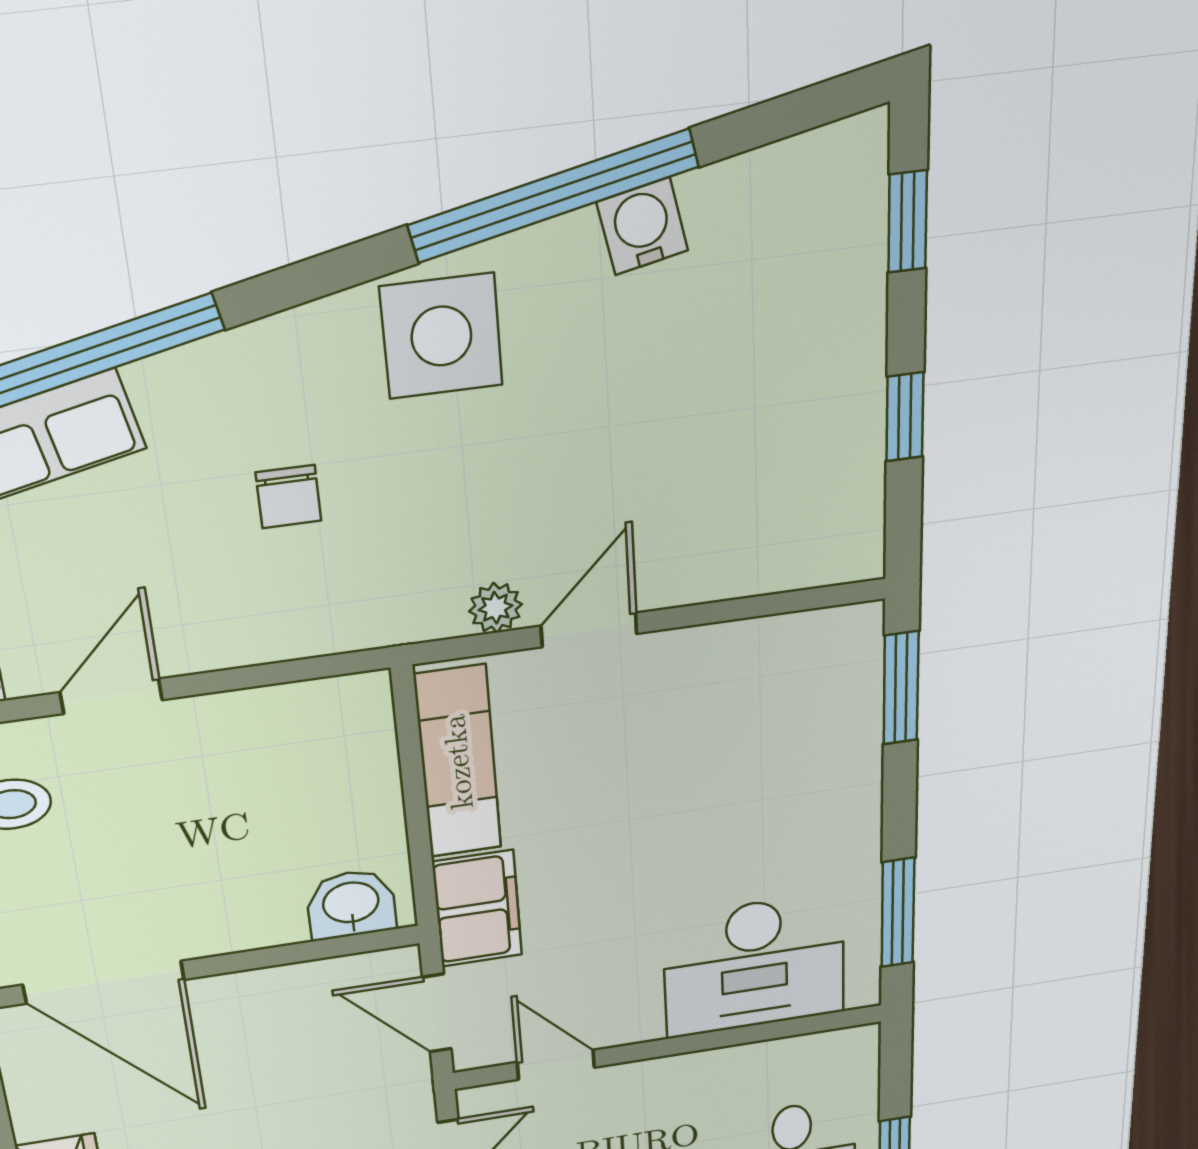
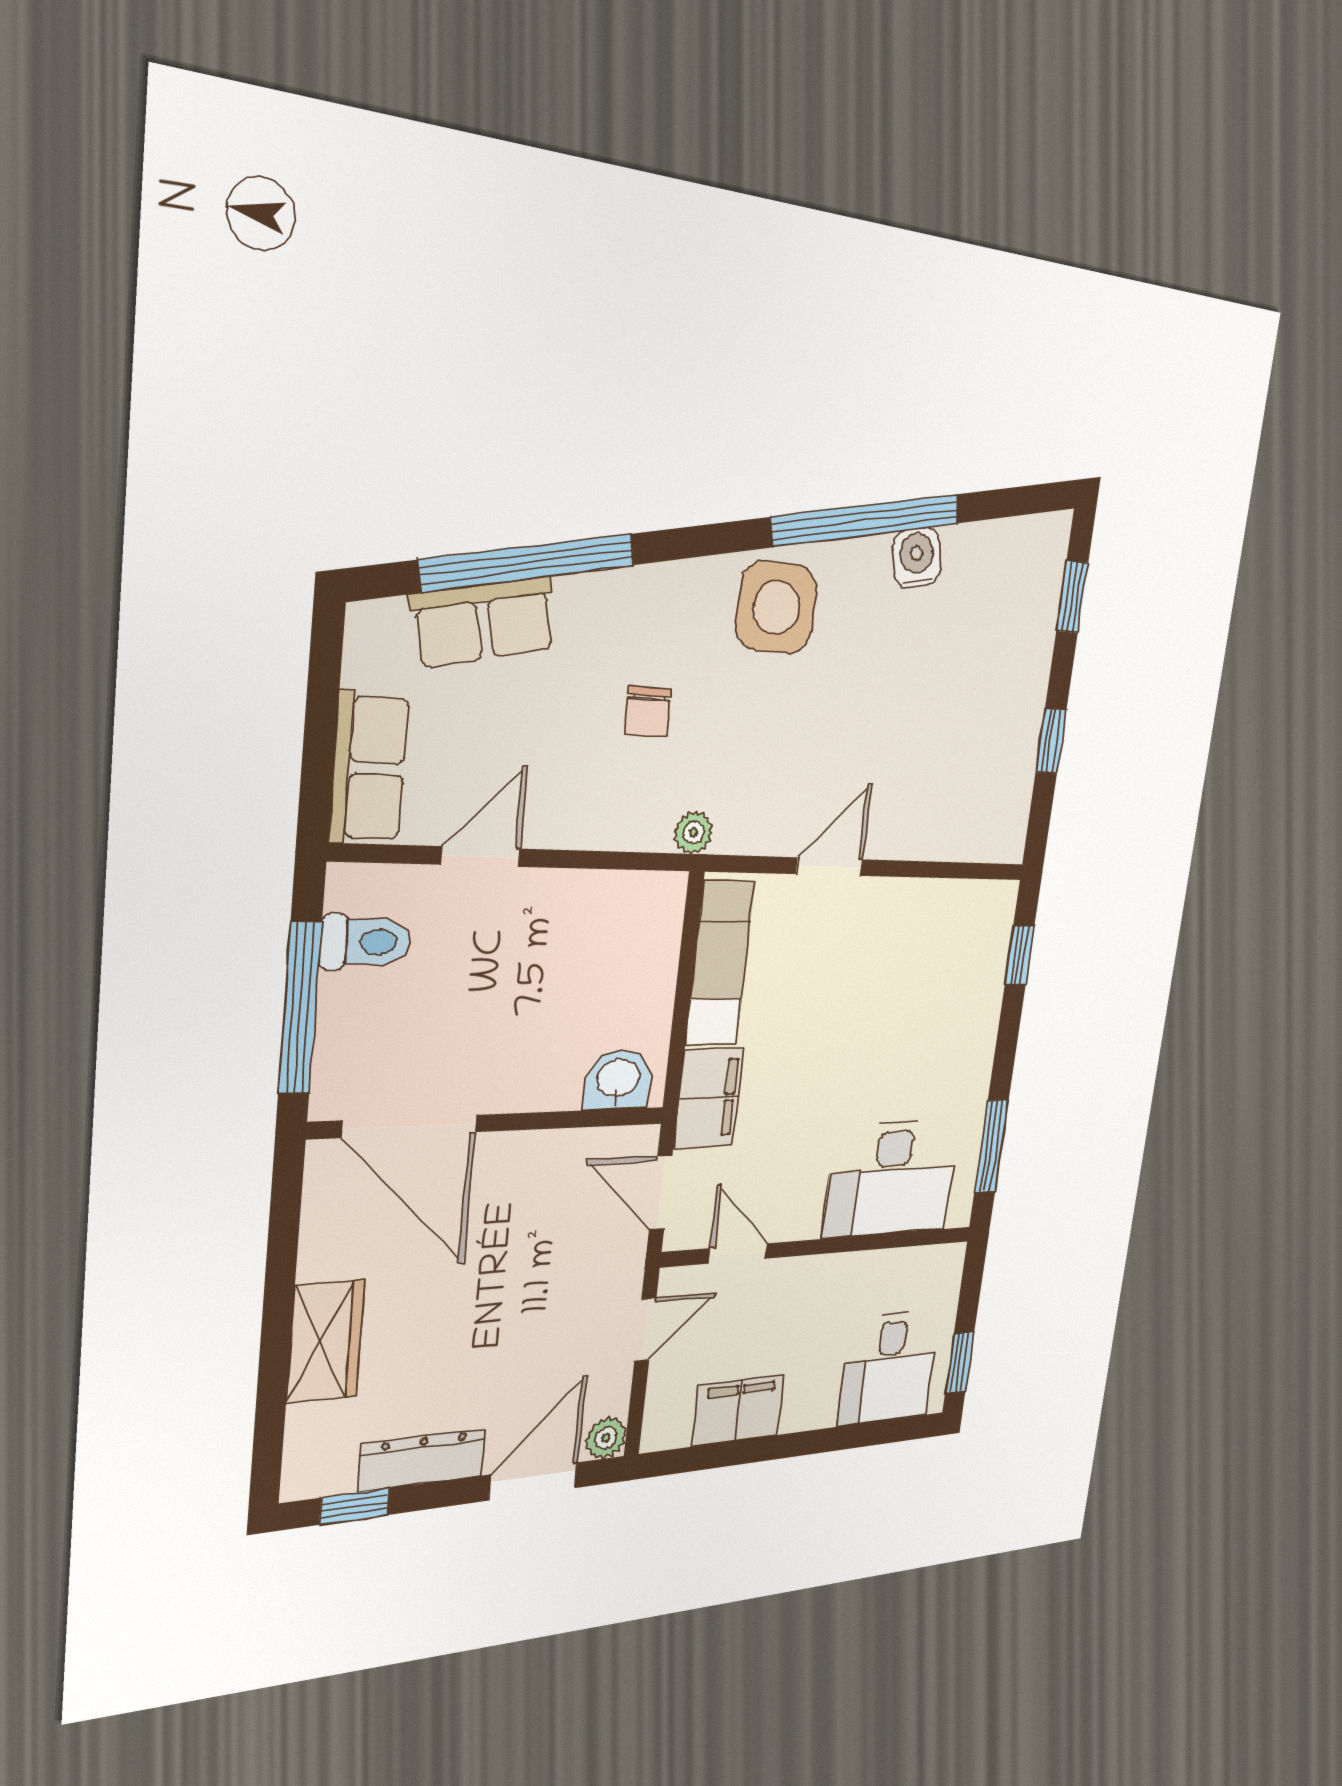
plant: (495, 608) -> (694, 832), moved
window: (901, 688) -> (1020, 955), width x0.67

